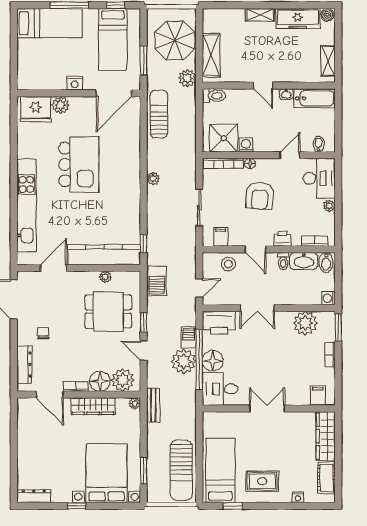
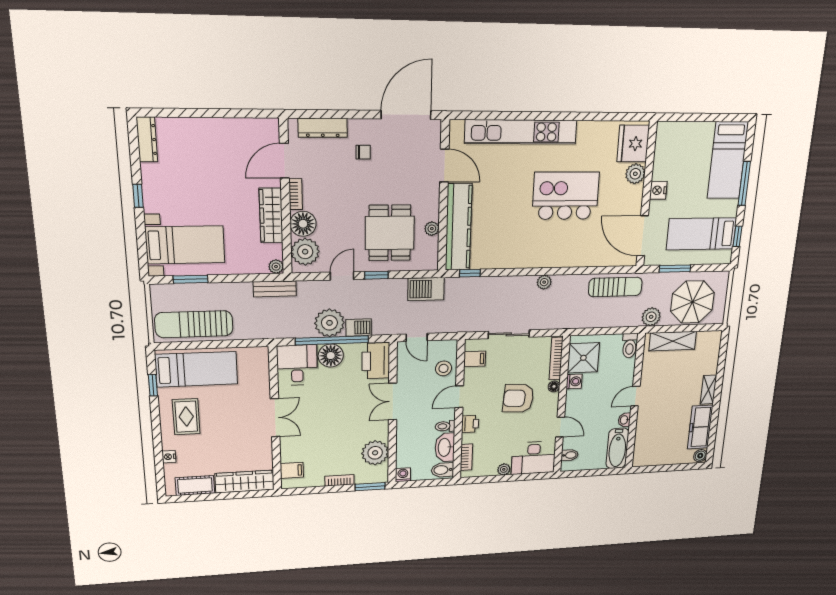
shelving: (328, 61) -> (654, 459), removed
kitchen island: (79, 165) -> (566, 196), turned 180
bed with nightstands: (107, 473) -> (185, 245), width x0.73

